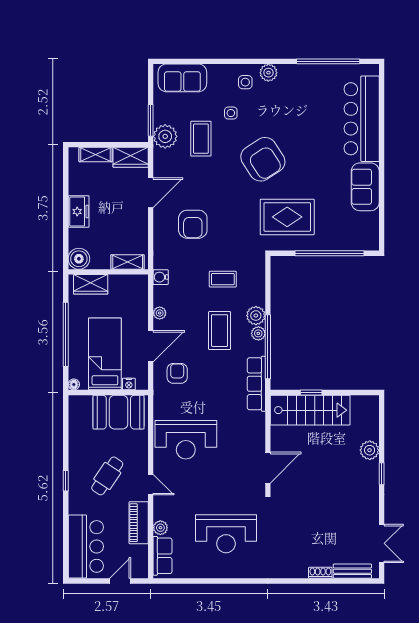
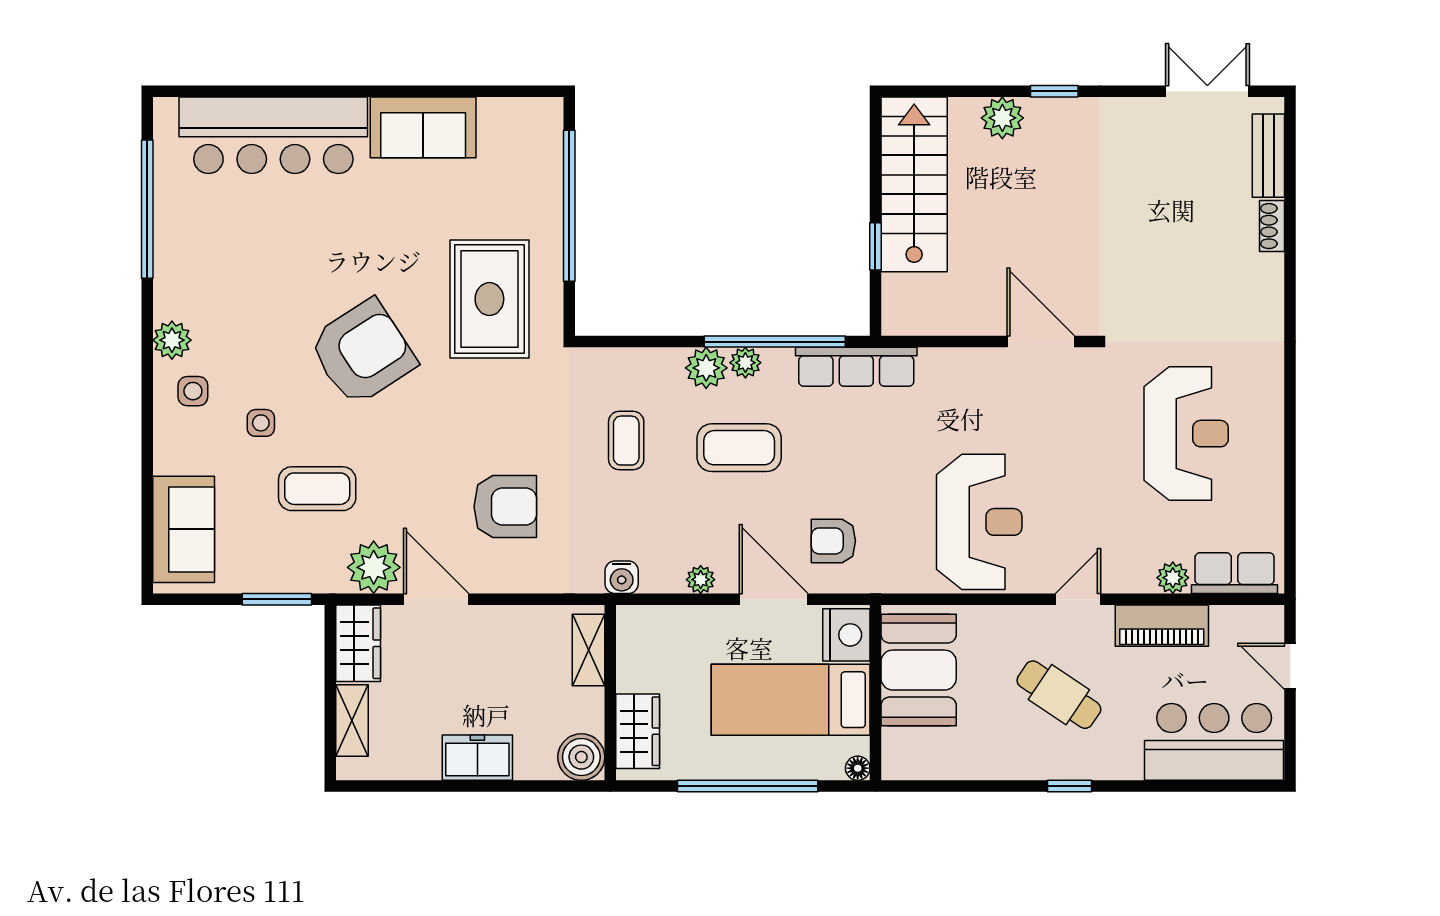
plant: (165, 136) -> (374, 567), moved
nightstand: (129, 384) -> (846, 635), width x1.89, depth x1.79
stairs: (310, 410) -> (914, 184), moved

